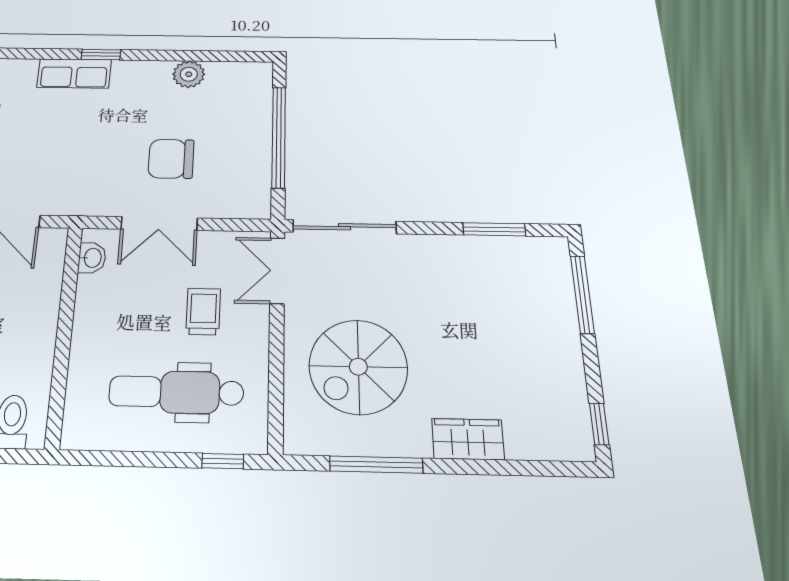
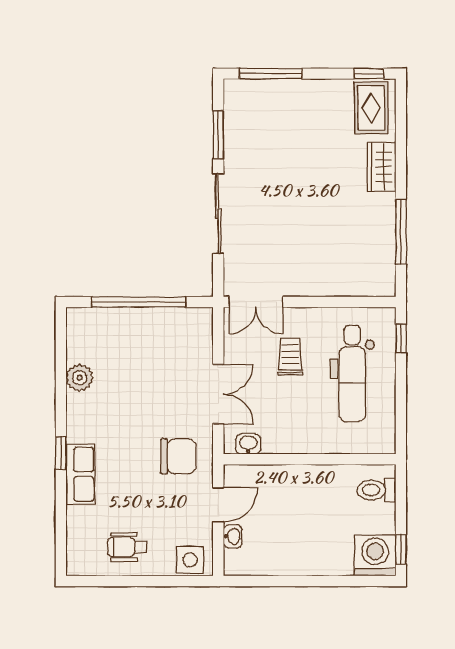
chair: (171, 159) -> (178, 456), moved, turned -90
sliding door: (345, 227) -> (218, 214), moved
trolley: (203, 312) -> (290, 357), turned 90
spiral stairs: (358, 367) -> (330, 242), removed
rug: (550, 426) -> (371, 108), added

